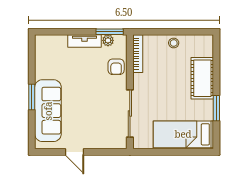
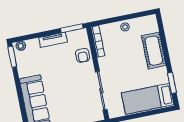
plant: (108, 40) -> (21, 46), moved
window: (32, 97) -> (12, 57), moved
window: (216, 108) -> (172, 83), moved

